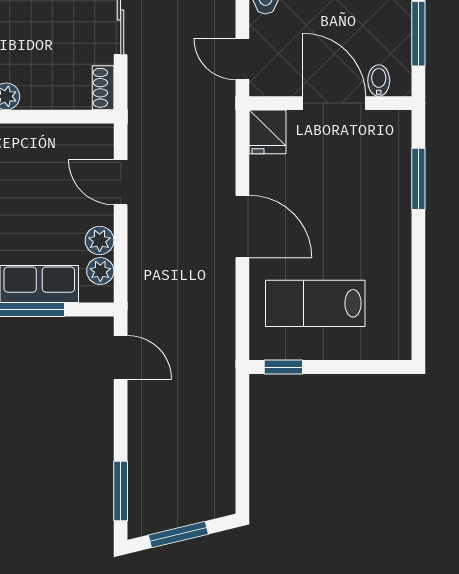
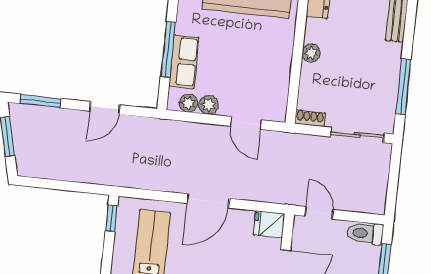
door: (242, 59) -> (319, 213), hinge flipped
door: (121, 182) -> (246, 123), swing flipped
door: (121, 357) -> (105, 108), moved

